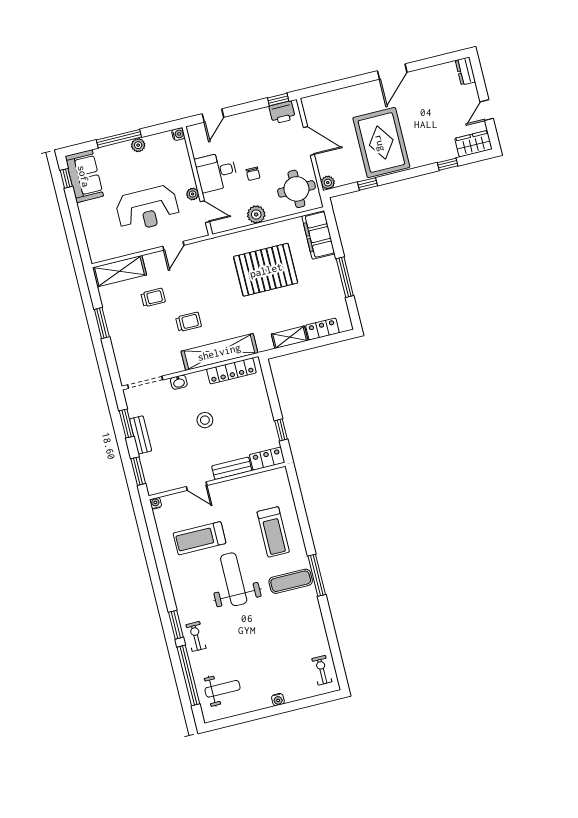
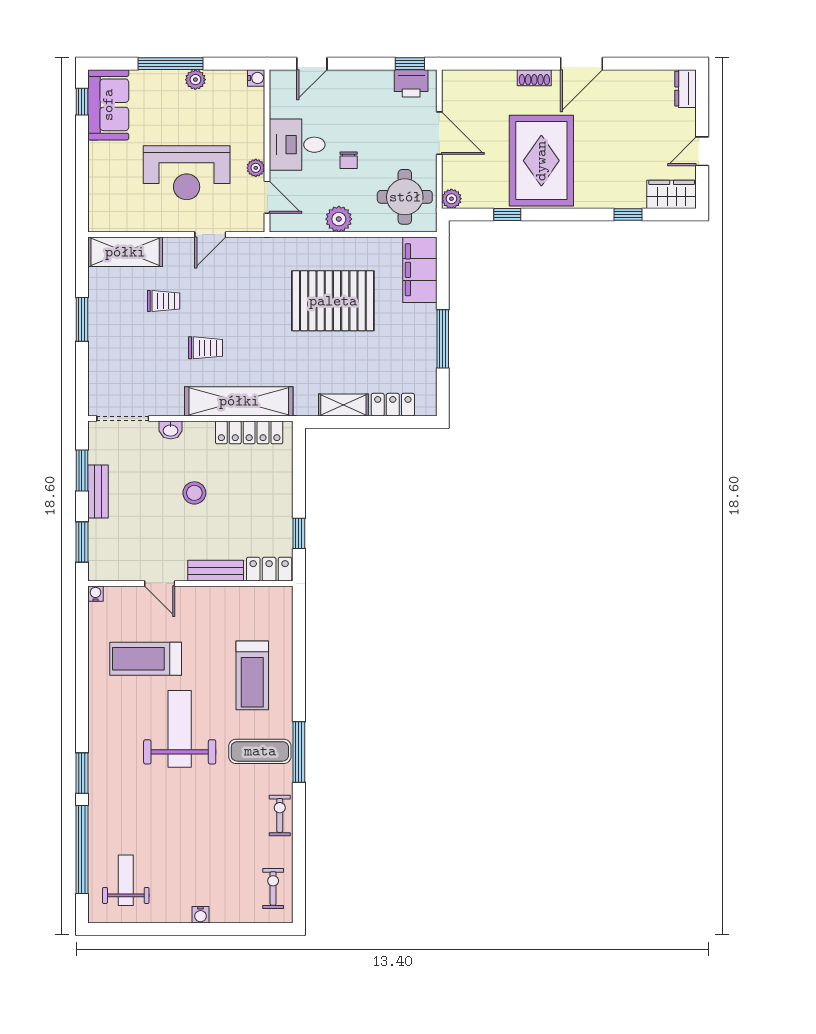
shoe rack: (363, 89) -> (534, 78), added
exercise bike: (196, 636) -> (280, 815), moved
weight bench: (223, 689) -> (126, 880), turned -90

